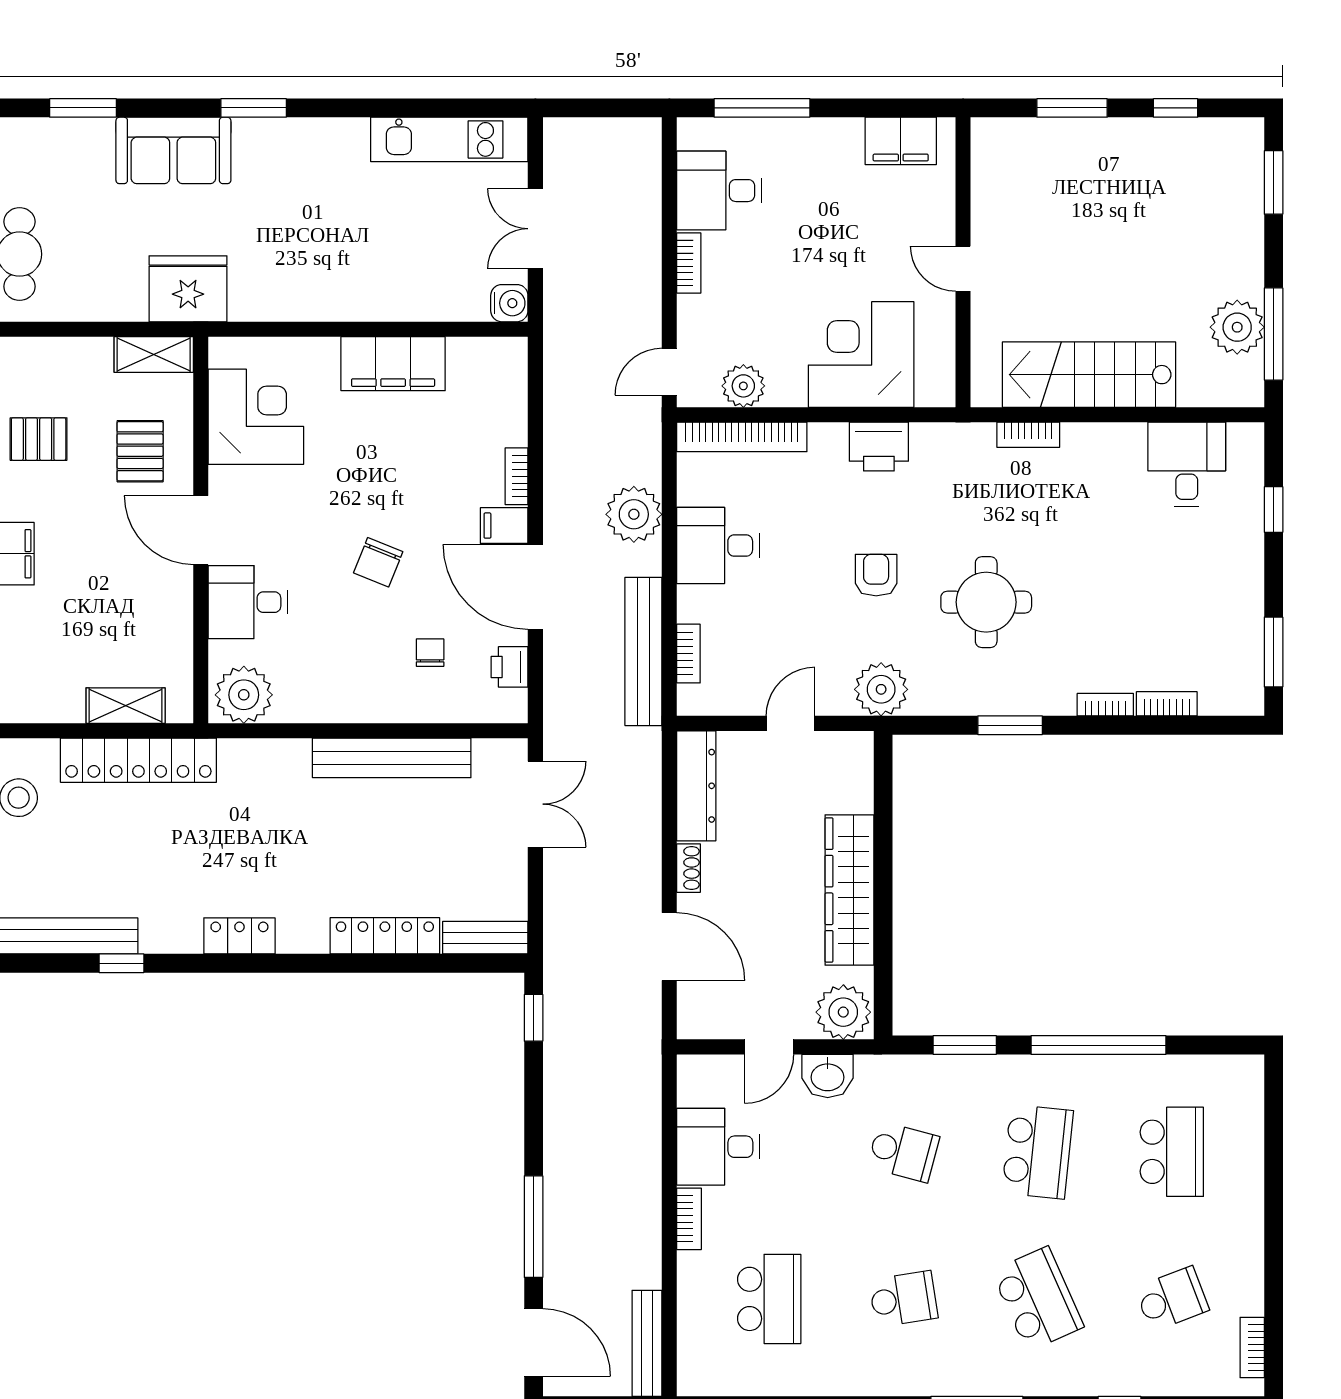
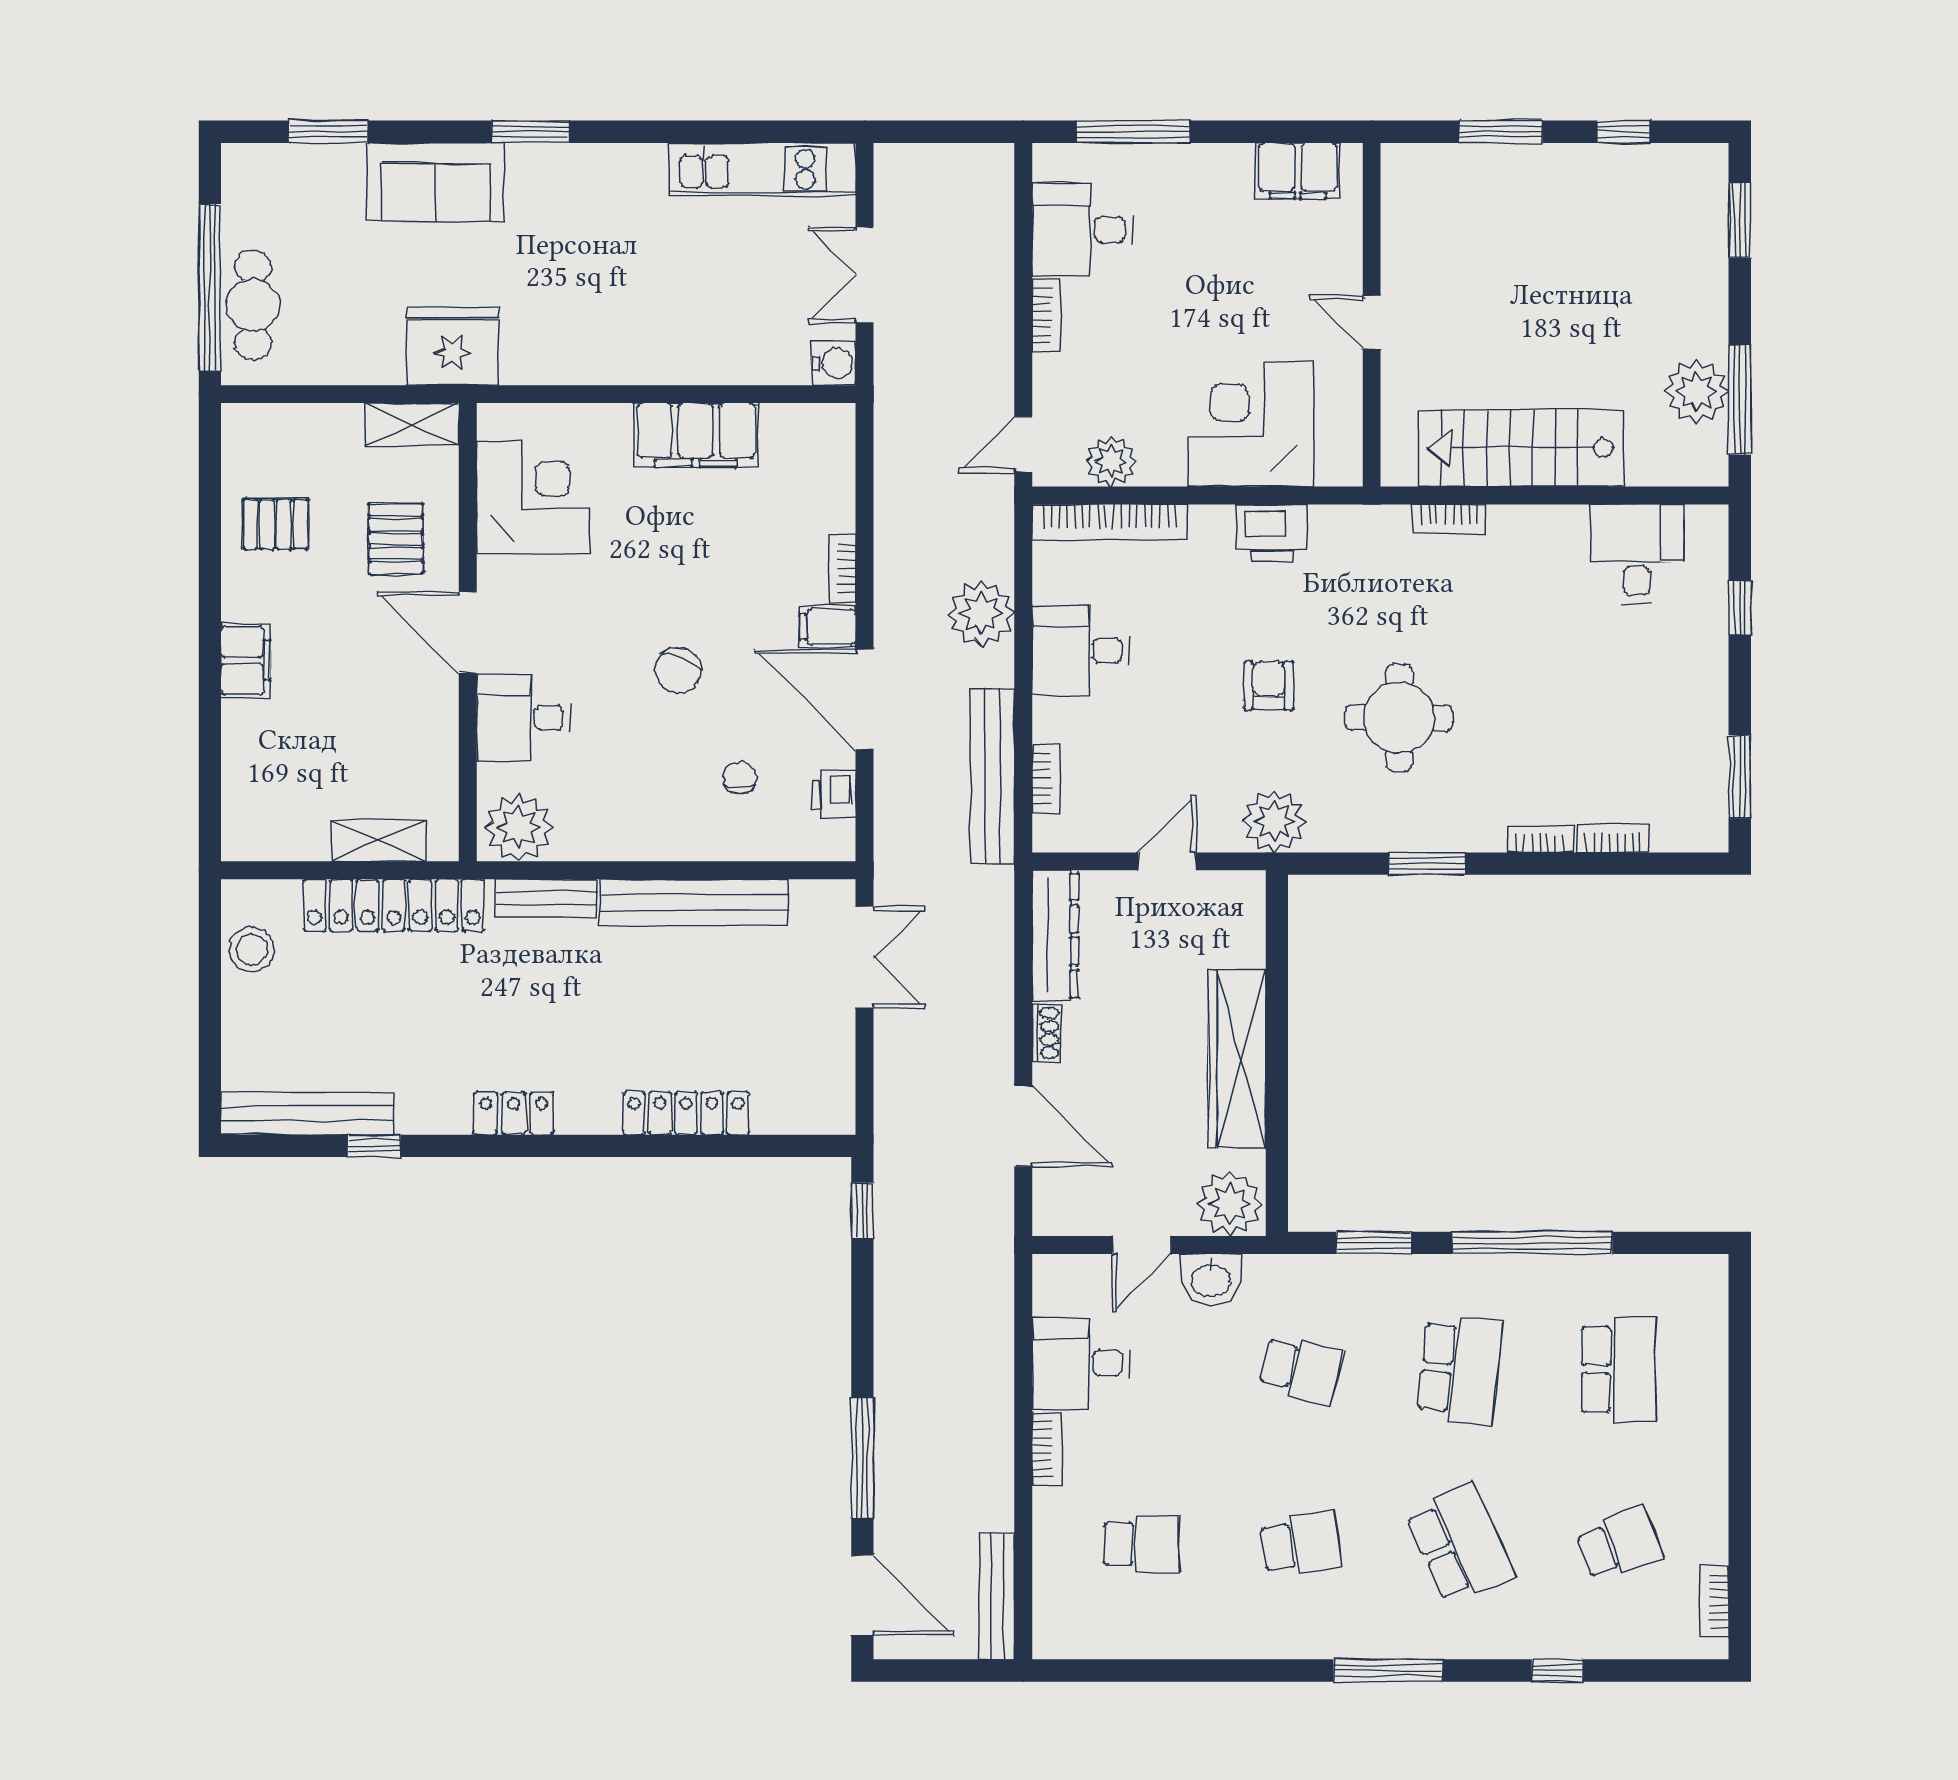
bench: (485, 938) -> (546, 898), moved
school desk: (769, 1299) -> (1142, 1544), width x0.54

